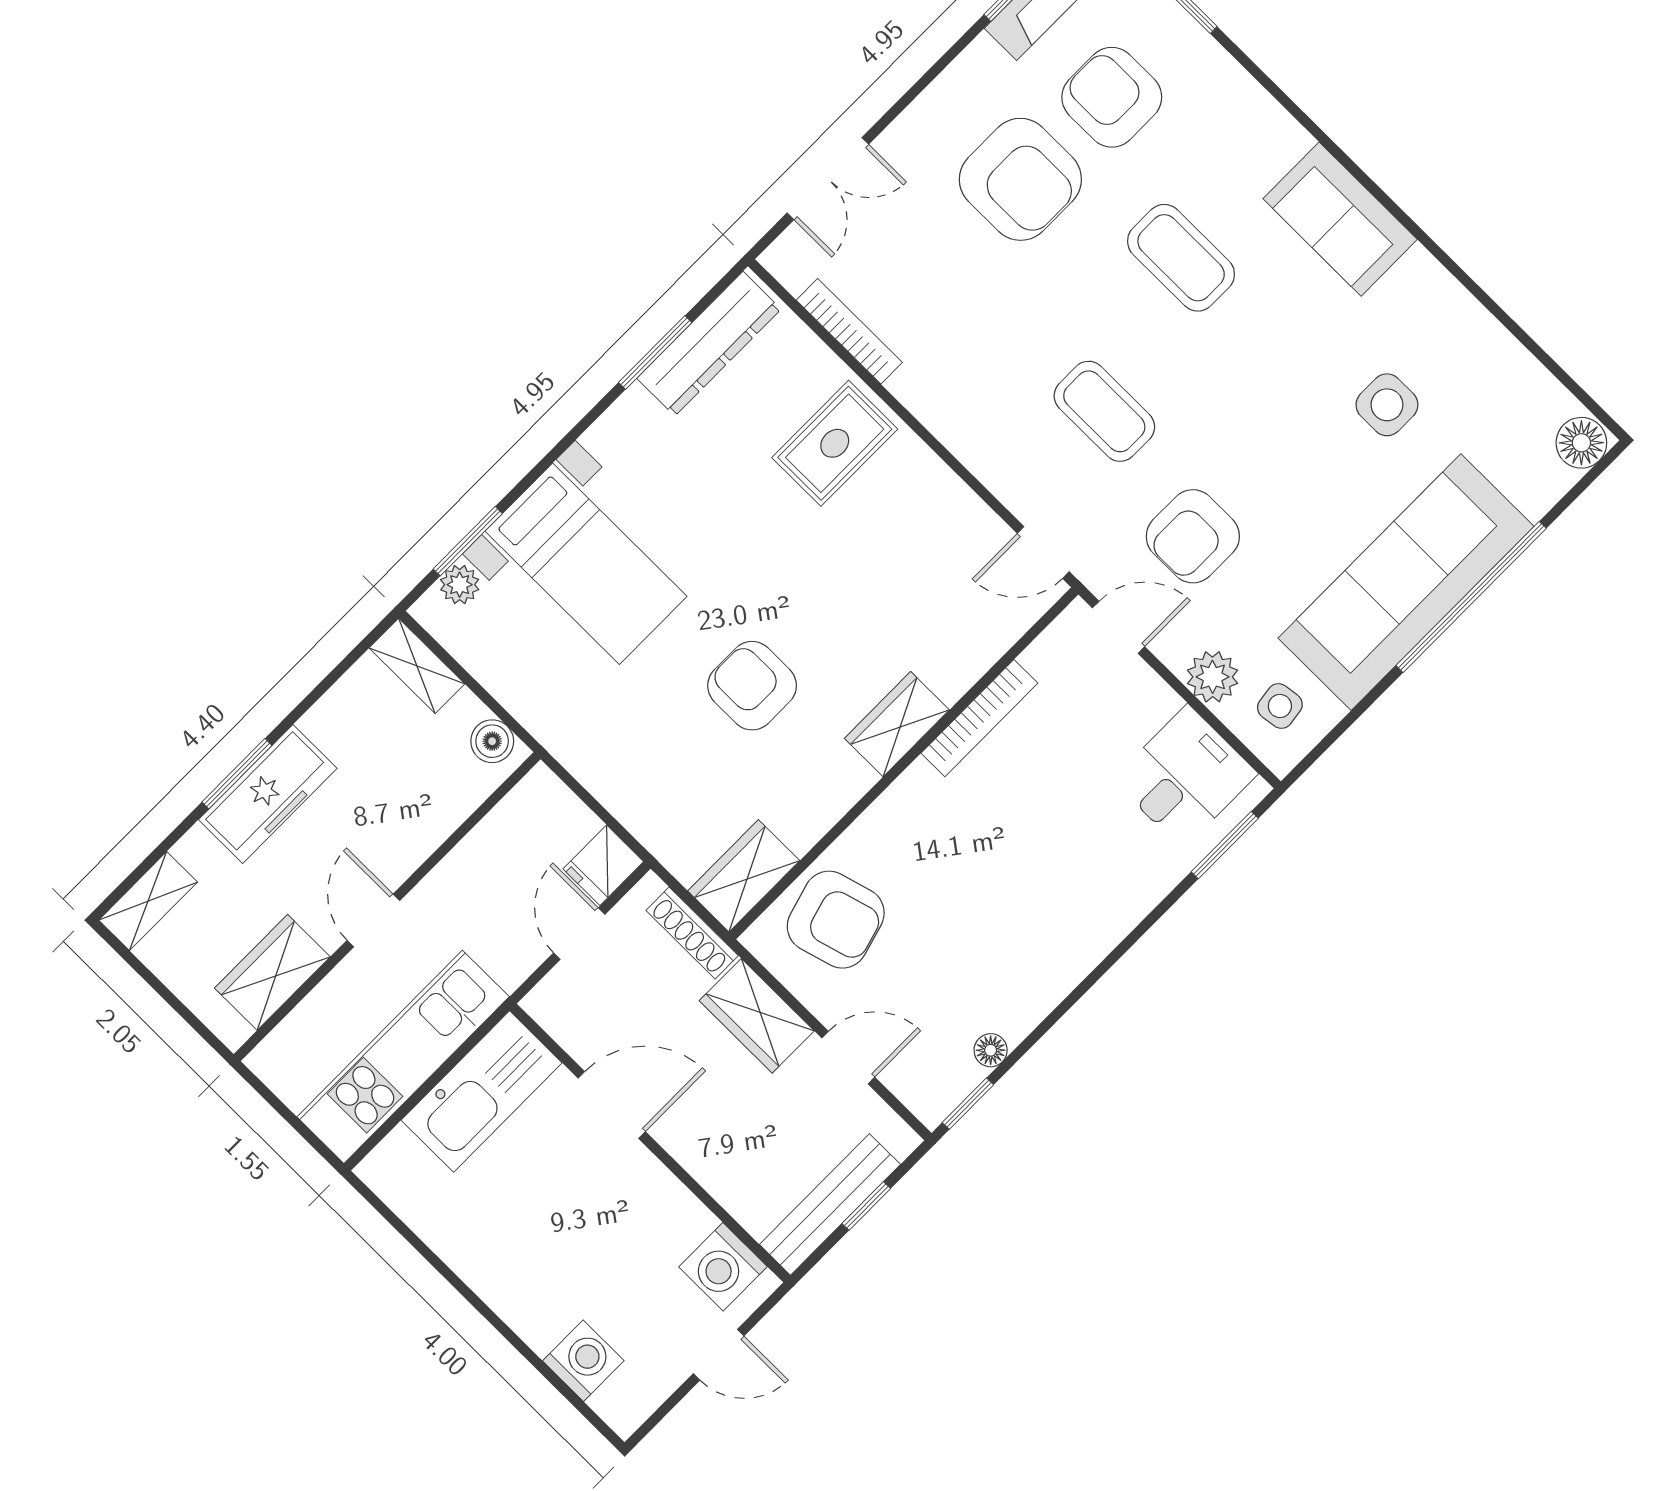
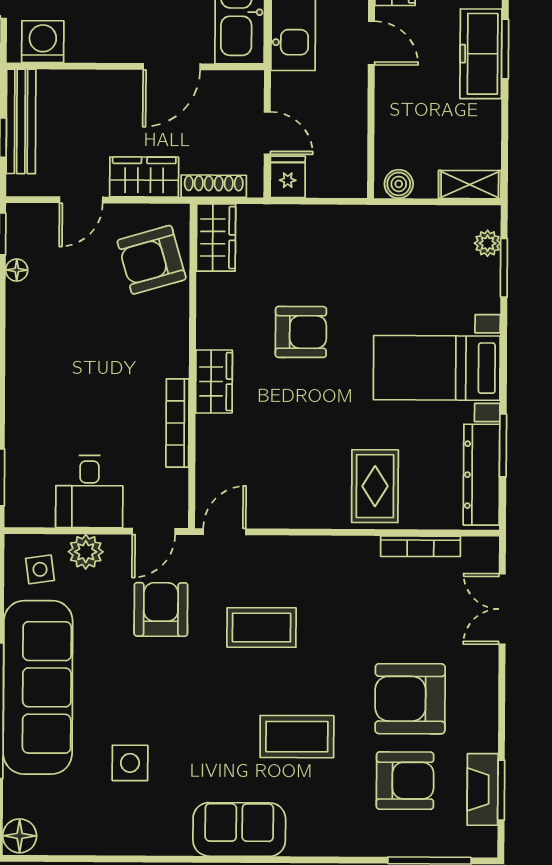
bed with nightstands: (586, 564) -> (437, 368), moved
desk: (1185, 777) -> (89, 492), moved

